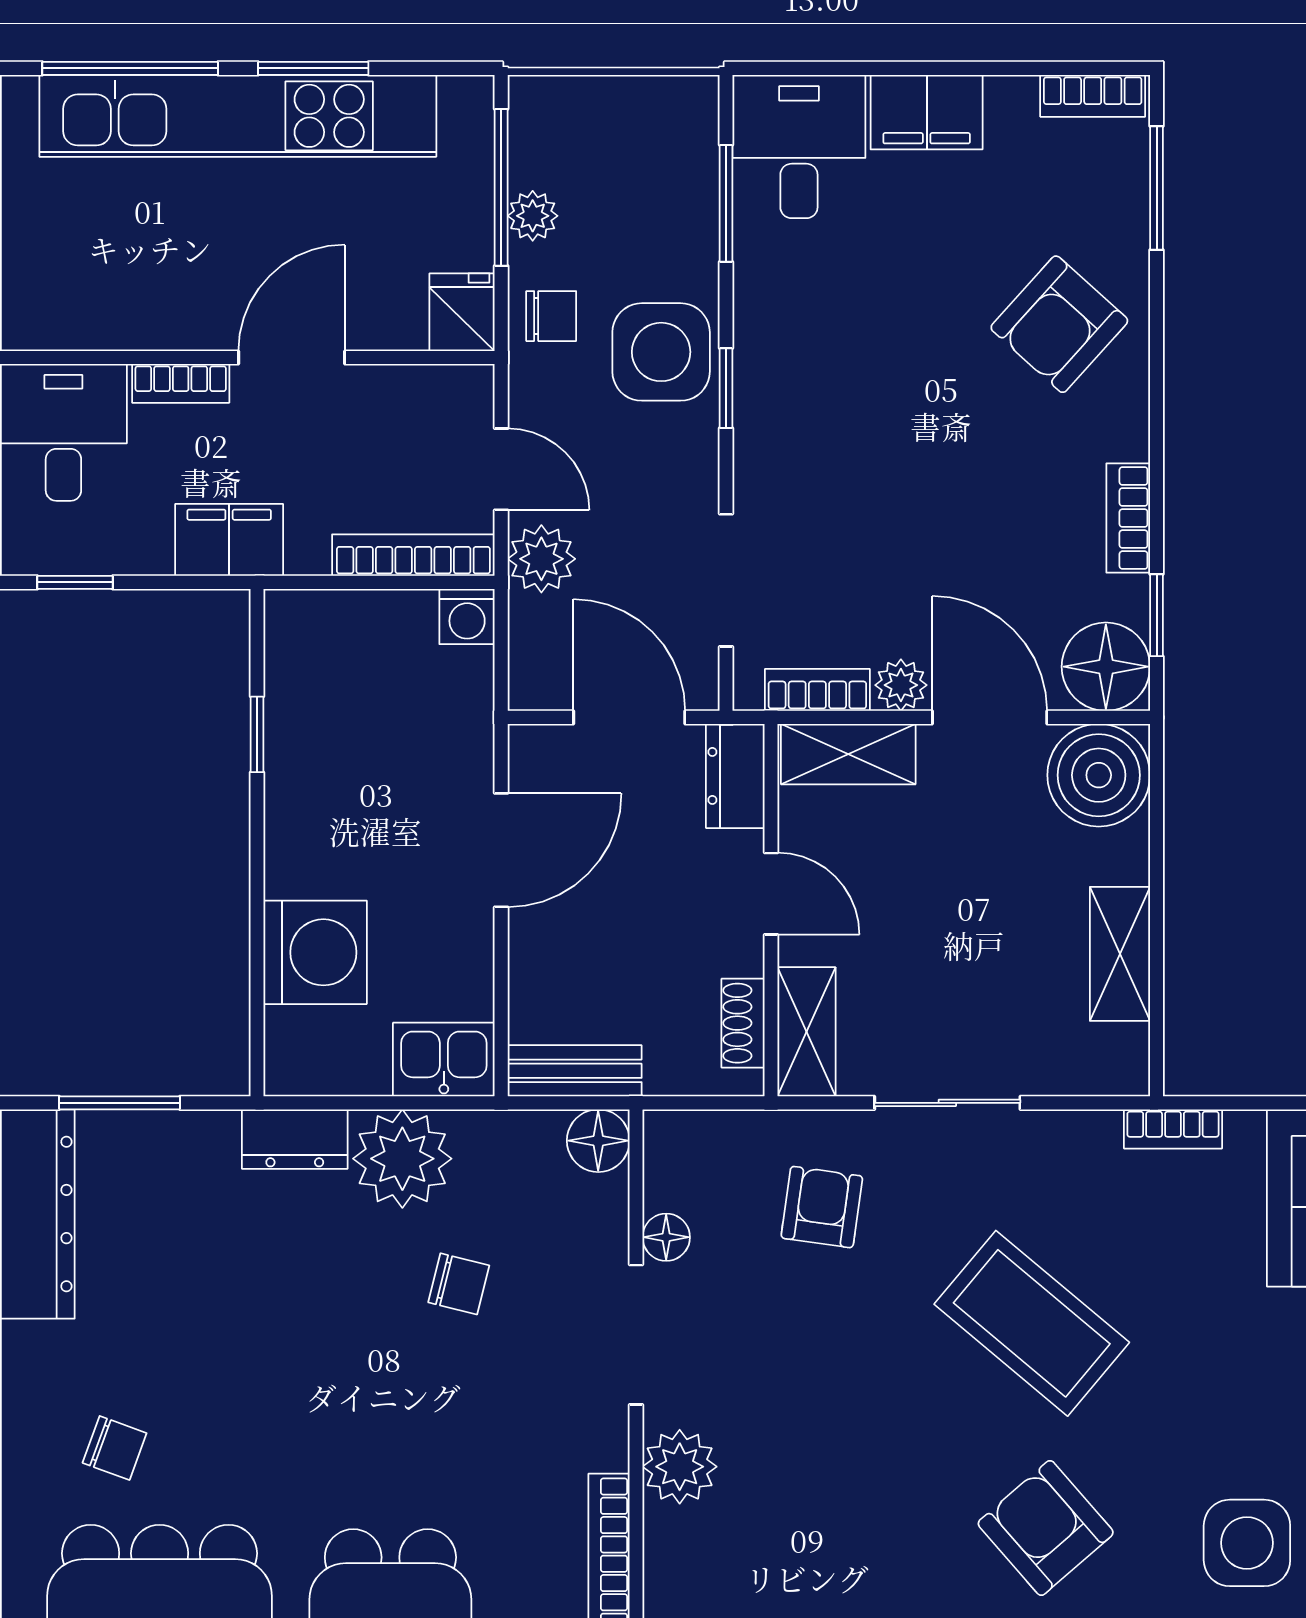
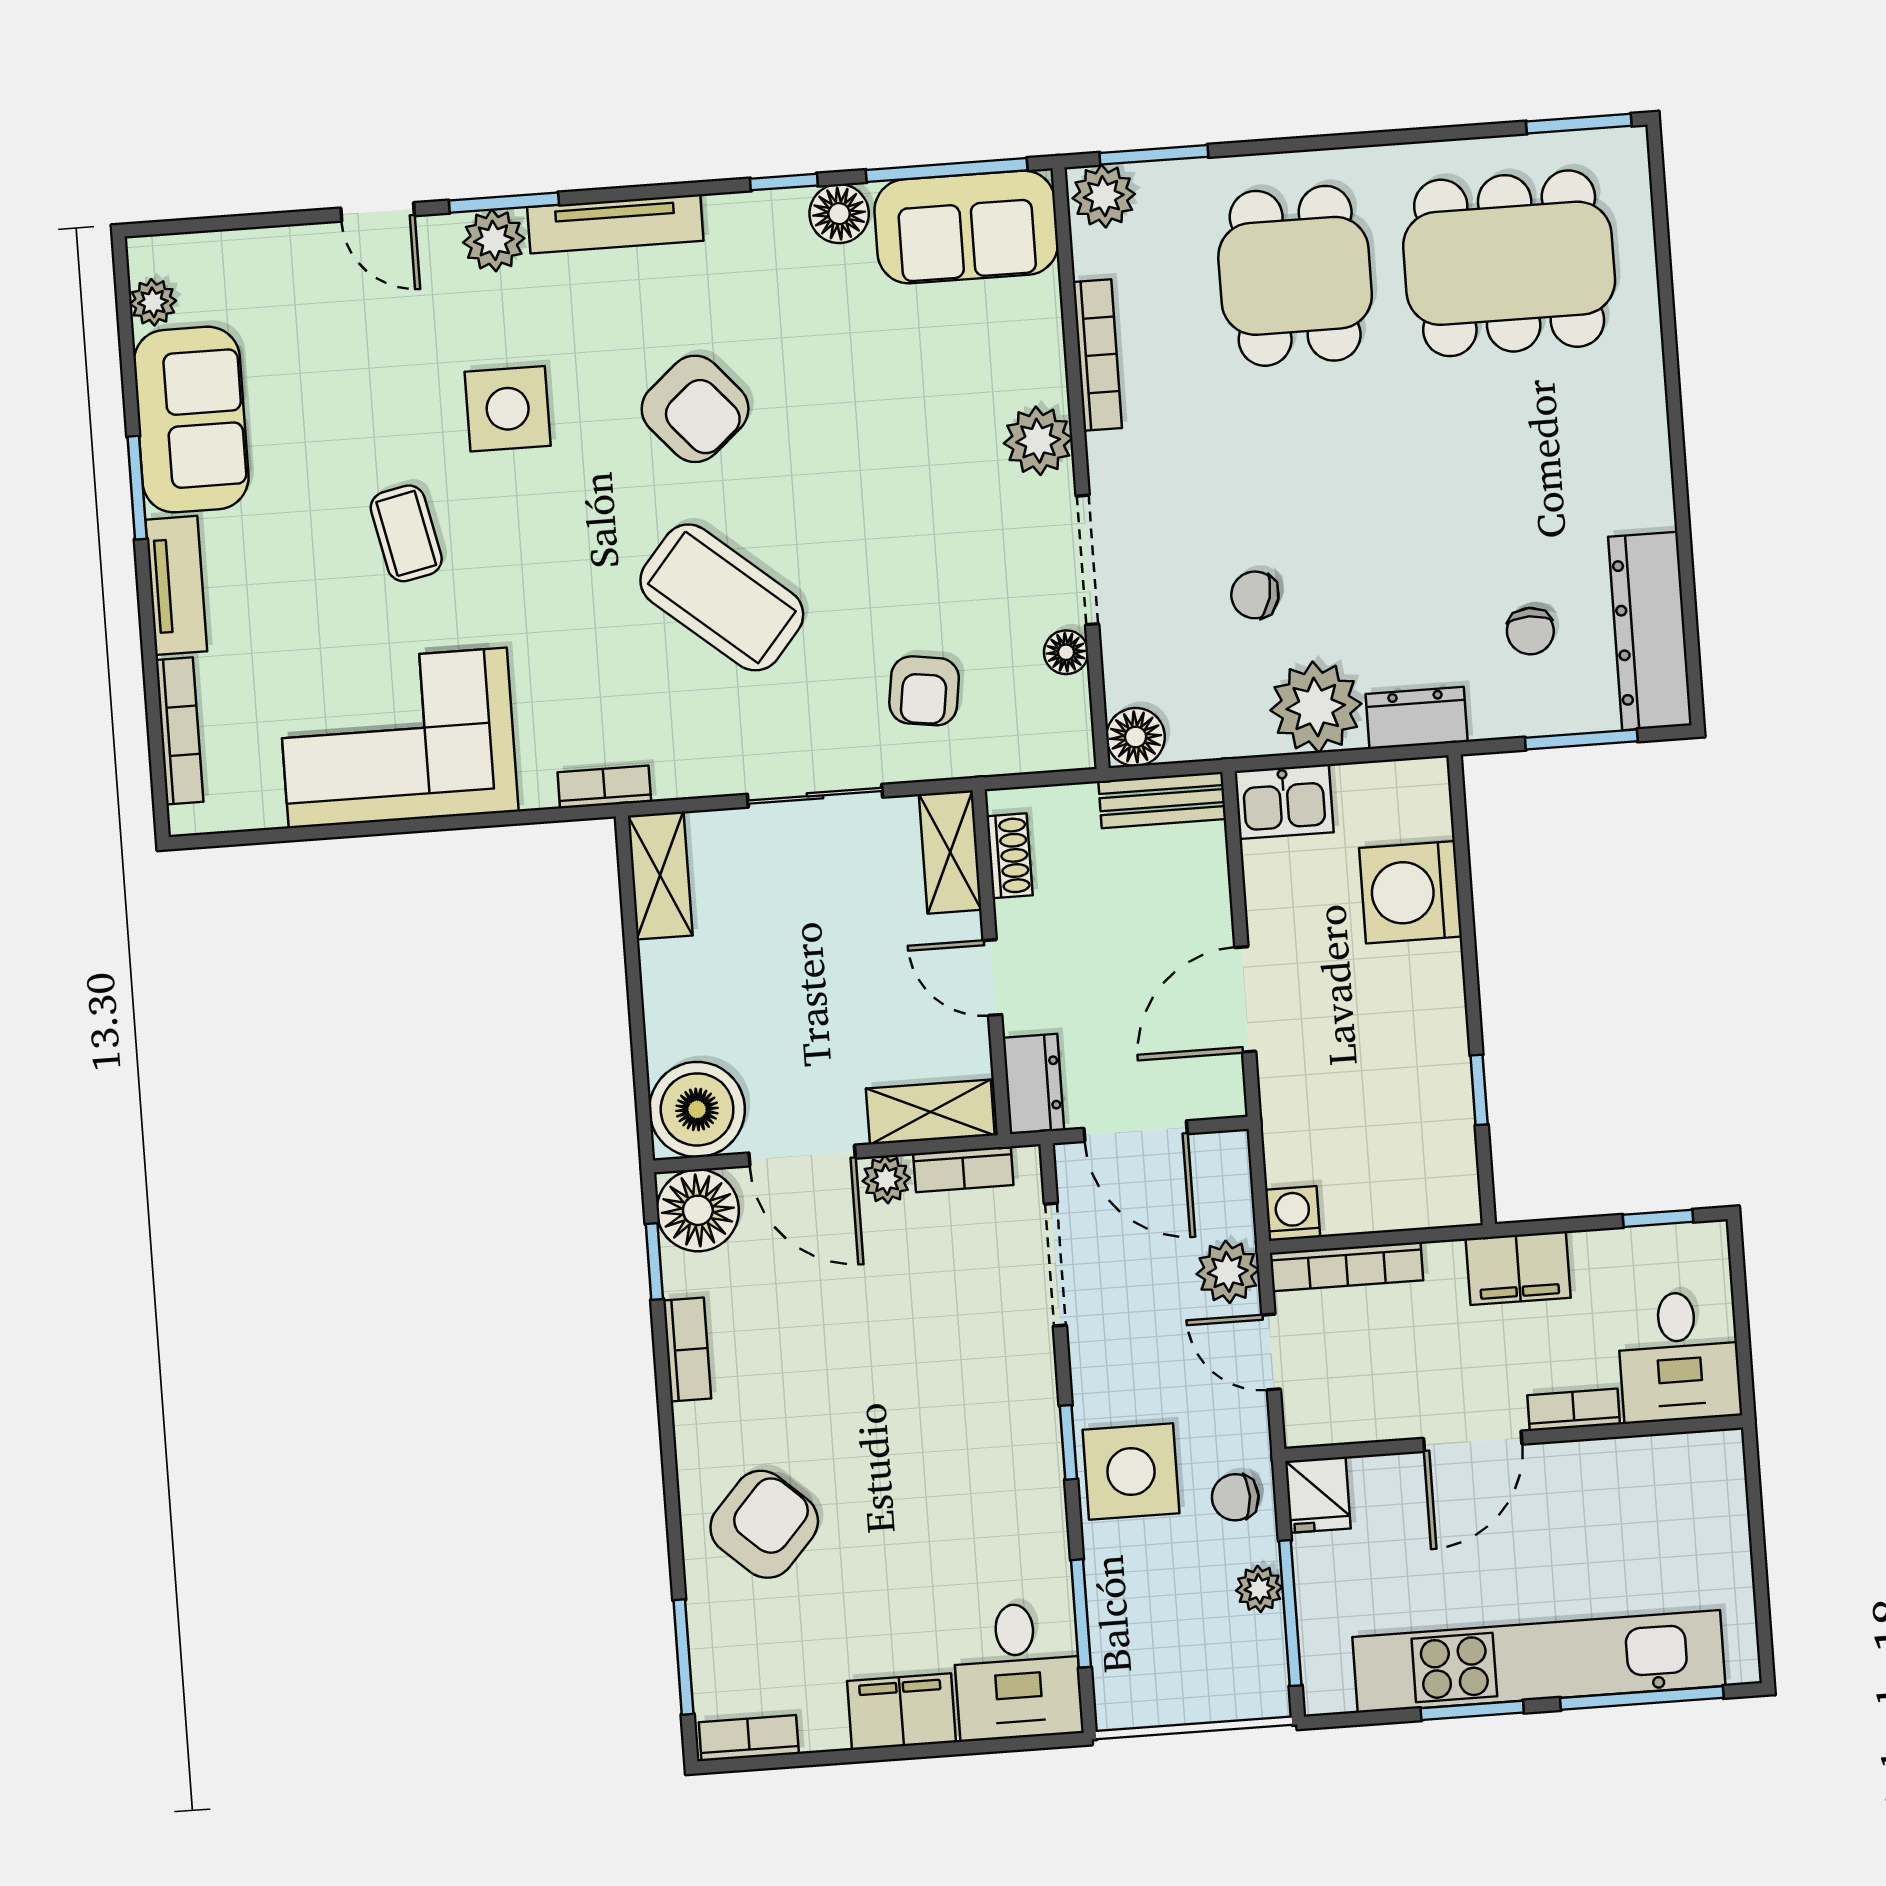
shelving: (1120, 954) -> (660, 876), moved
chair: (115, 1448) -> (1530, 631), moved, turned -110

